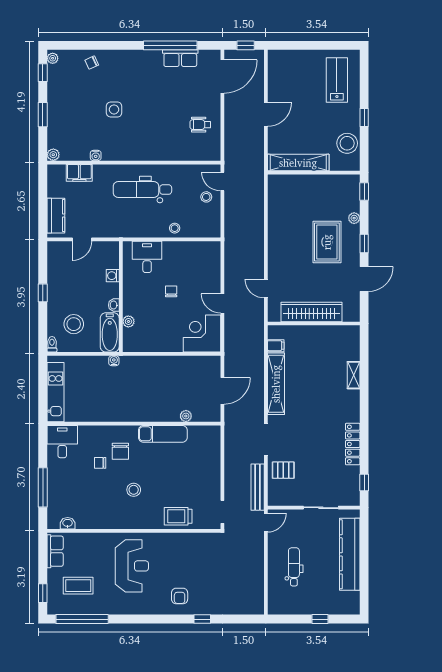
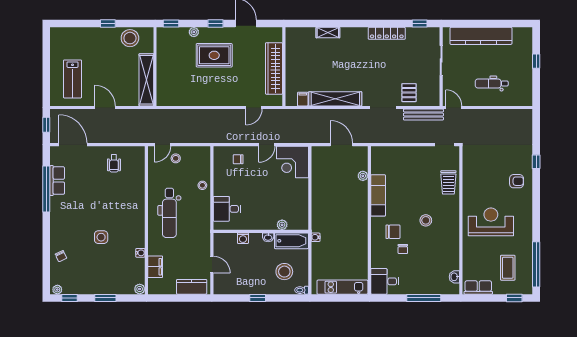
lab bench: (337, 80) -> (72, 79), moved, turned -90
chair: (171, 291) -> (238, 159), moved

